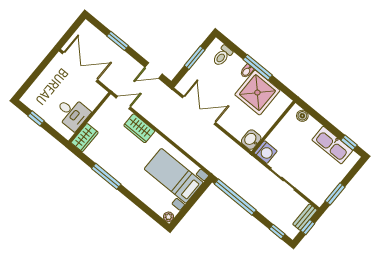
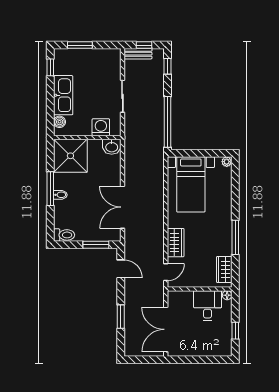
toilet: (222, 56) -> (64, 235), moved
window: (195, 58) -> (96, 245), moved
shower: (257, 93) -> (70, 156), moved
door: (123, 102) -> (166, 272), swing flipped
floor lamp: (68, 134) -> (227, 295), added
wardrobe: (85, 138) -> (224, 269), moved, turned -90
kitchen sink: (332, 145) -> (63, 95), moved
washing machine: (266, 152) -> (101, 127), moved
window: (335, 194) -> (80, 45), moved

